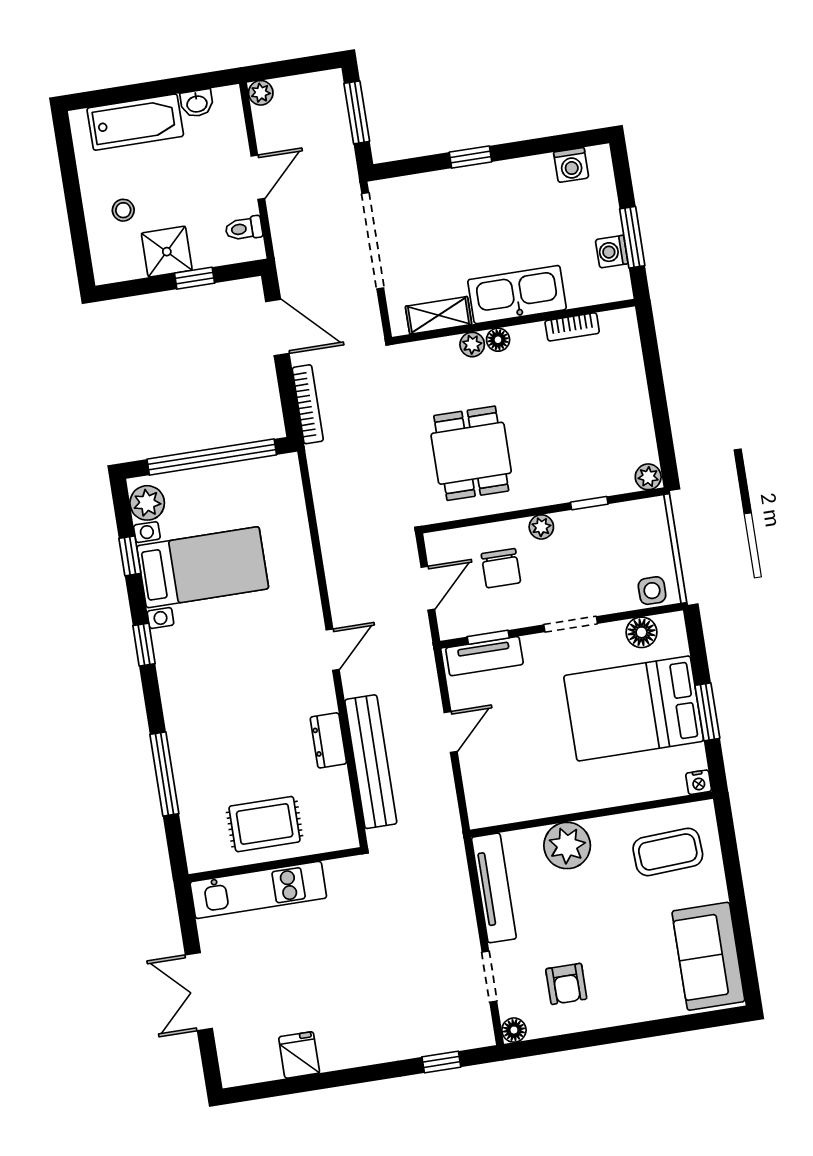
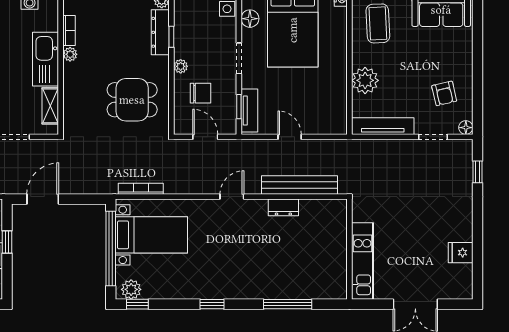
floor lamp: (498, 340) -> (70, 74), removed
plant: (472, 345) -> (70, 54), moved
bookcase: (308, 404) -> (141, 189), moved
dresser: (594, 483) -> (160, 32), added
window: (130, 556) -> (137, 304), moved
bed with nightstands: (203, 567) -> (151, 235), moved, turned 90
door: (333, 650) -> (232, 197), hinge flipped
rug: (265, 824) -> (325, 251), removed
armchair: (566, 984) -> (444, 93), turned 77

